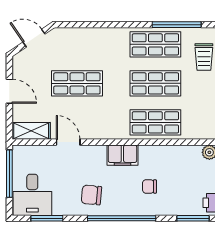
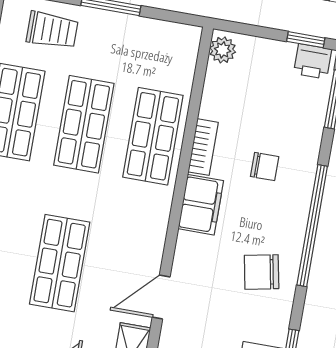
bookcase: (154, 151) -> (203, 147), added
chair: (149, 186) -> (265, 167), turned -90
chair: (91, 195) -> (262, 272), turned 74

